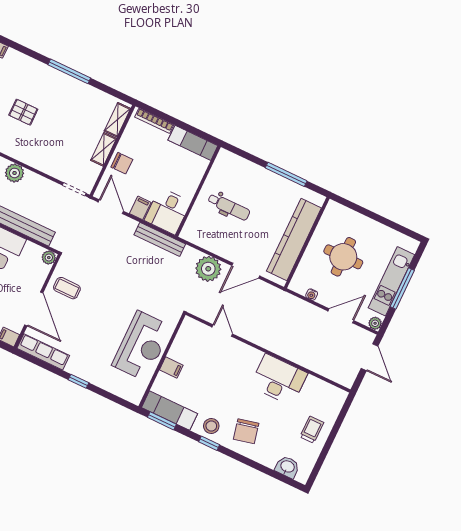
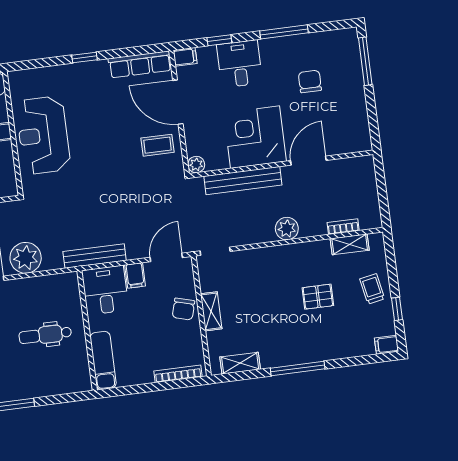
shelving: (117, 120) -> (240, 363), moved, turned 90
exam couch: (193, 143) -> (103, 360), moved, turned 90
chair: (122, 163) -> (183, 309), turned -74
door: (111, 207) -> (166, 257), swing flipped

